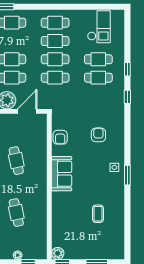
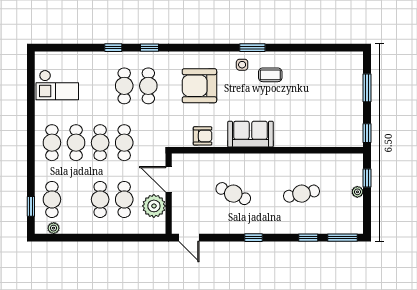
checkout: (99, 27) -> (57, 85), turned 180
cafe table: (98, 59) -> (148, 86), moved
armchair: (98, 135) -> (199, 86), width x1.88, depth x1.88
cafe table: (16, 161) -> (233, 194), turned 36
coffee table: (98, 214) -> (270, 75), moved
plant: (58, 253) -> (355, 139), removed

